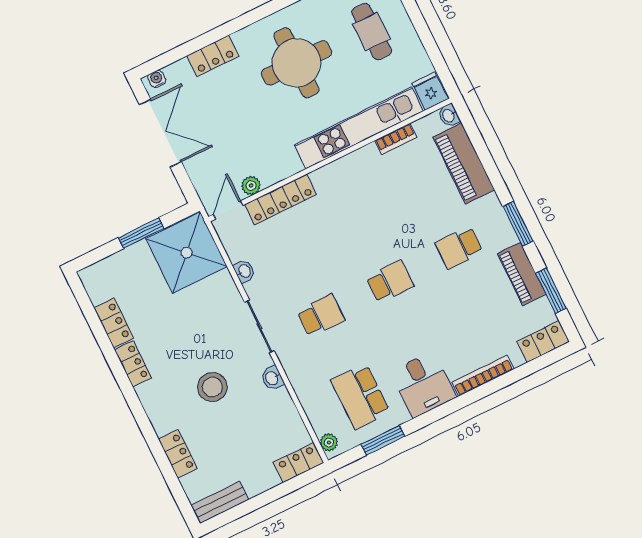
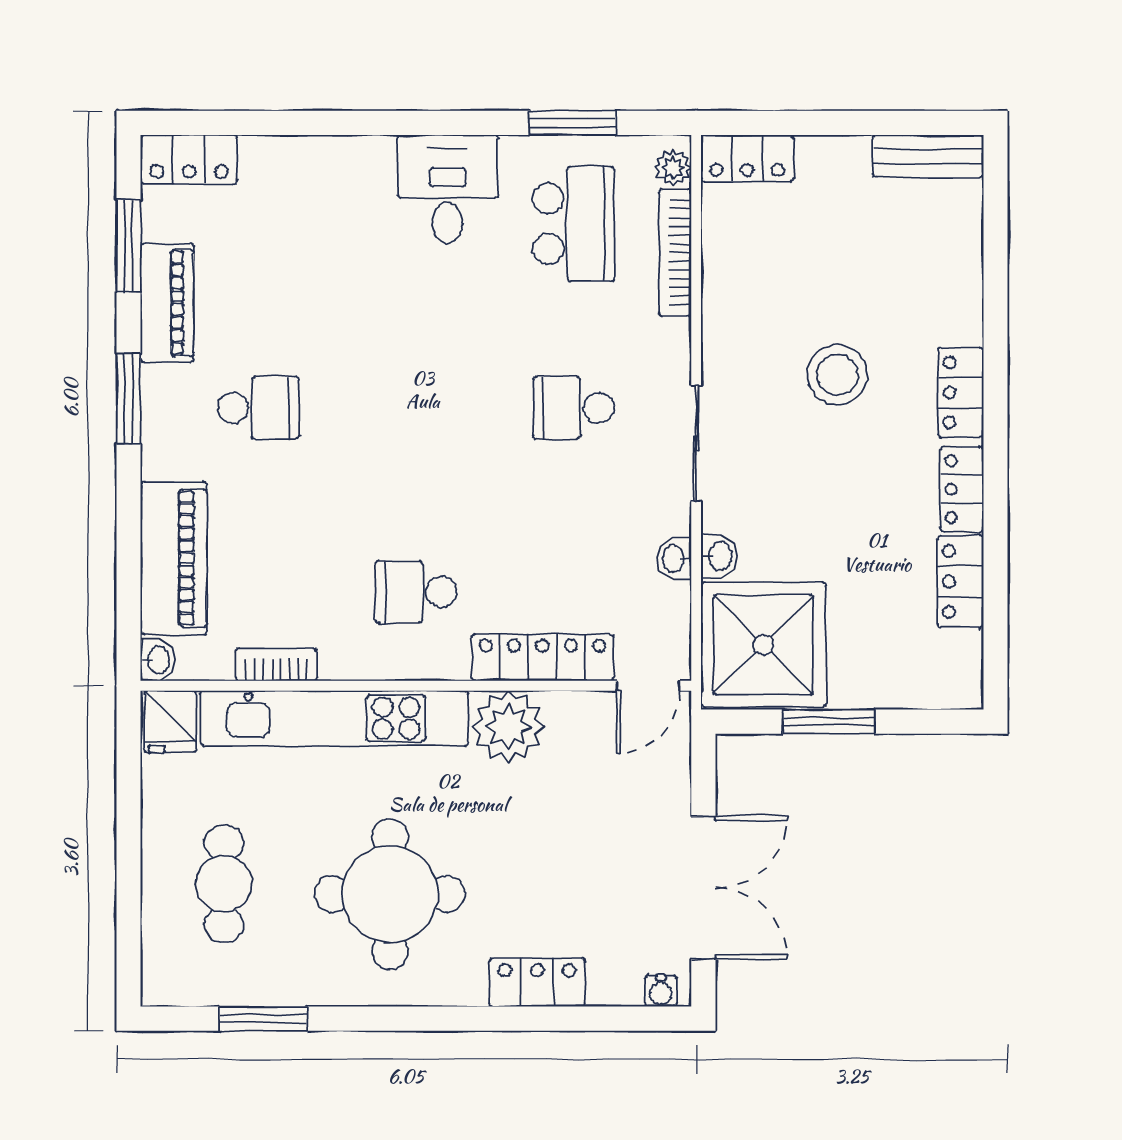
double door: (160, 133) -> (703, 888), swing flipped
plant: (251, 186) -> (508, 727), moved, width x1.87, depth x1.87
school desk: (390, 282) -> (416, 592), moved
bookcase: (483, 376) -> (675, 253), moved, turned 90
washbasin: (272, 378) -> (719, 556), moved
locker: (178, 454) -> (961, 393), moved

